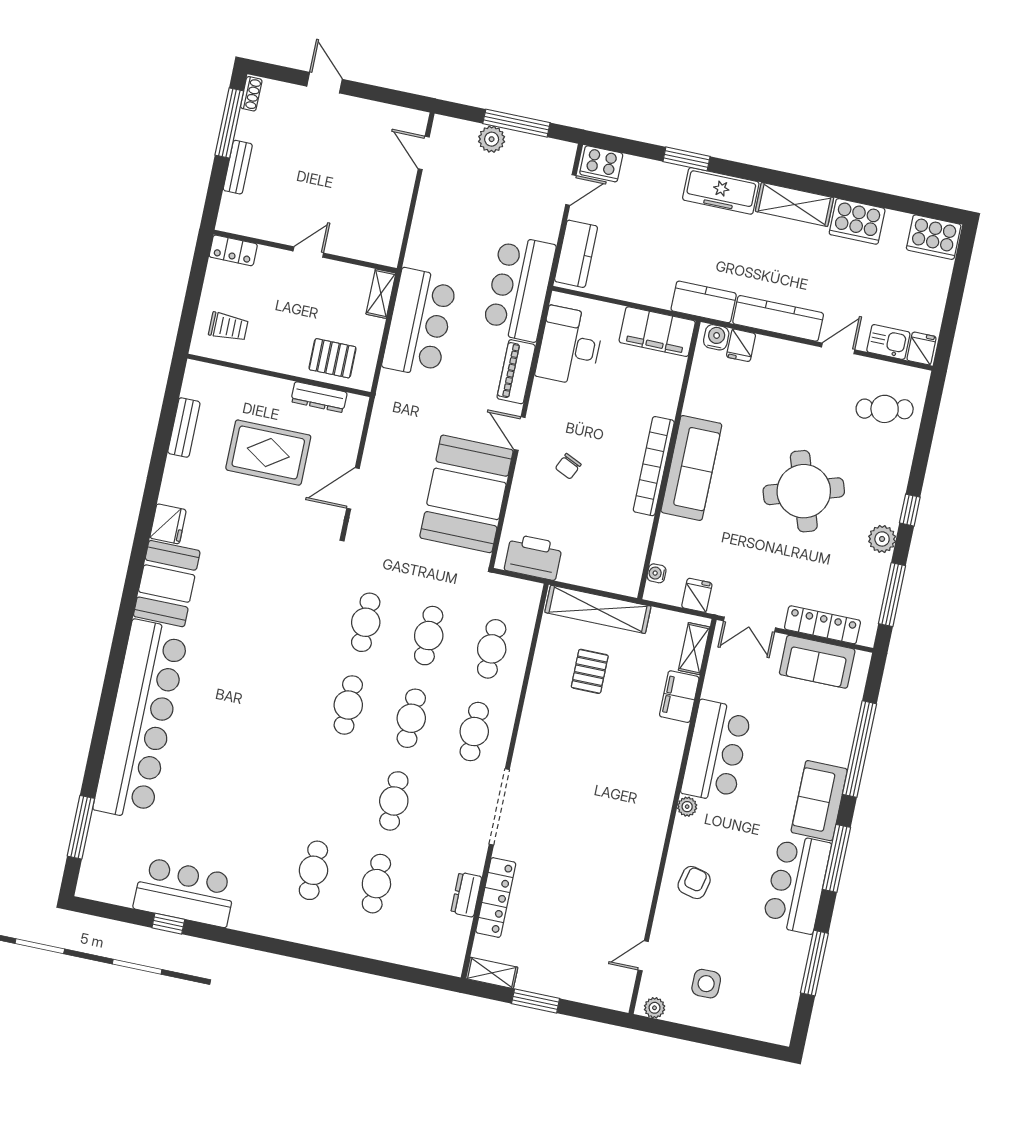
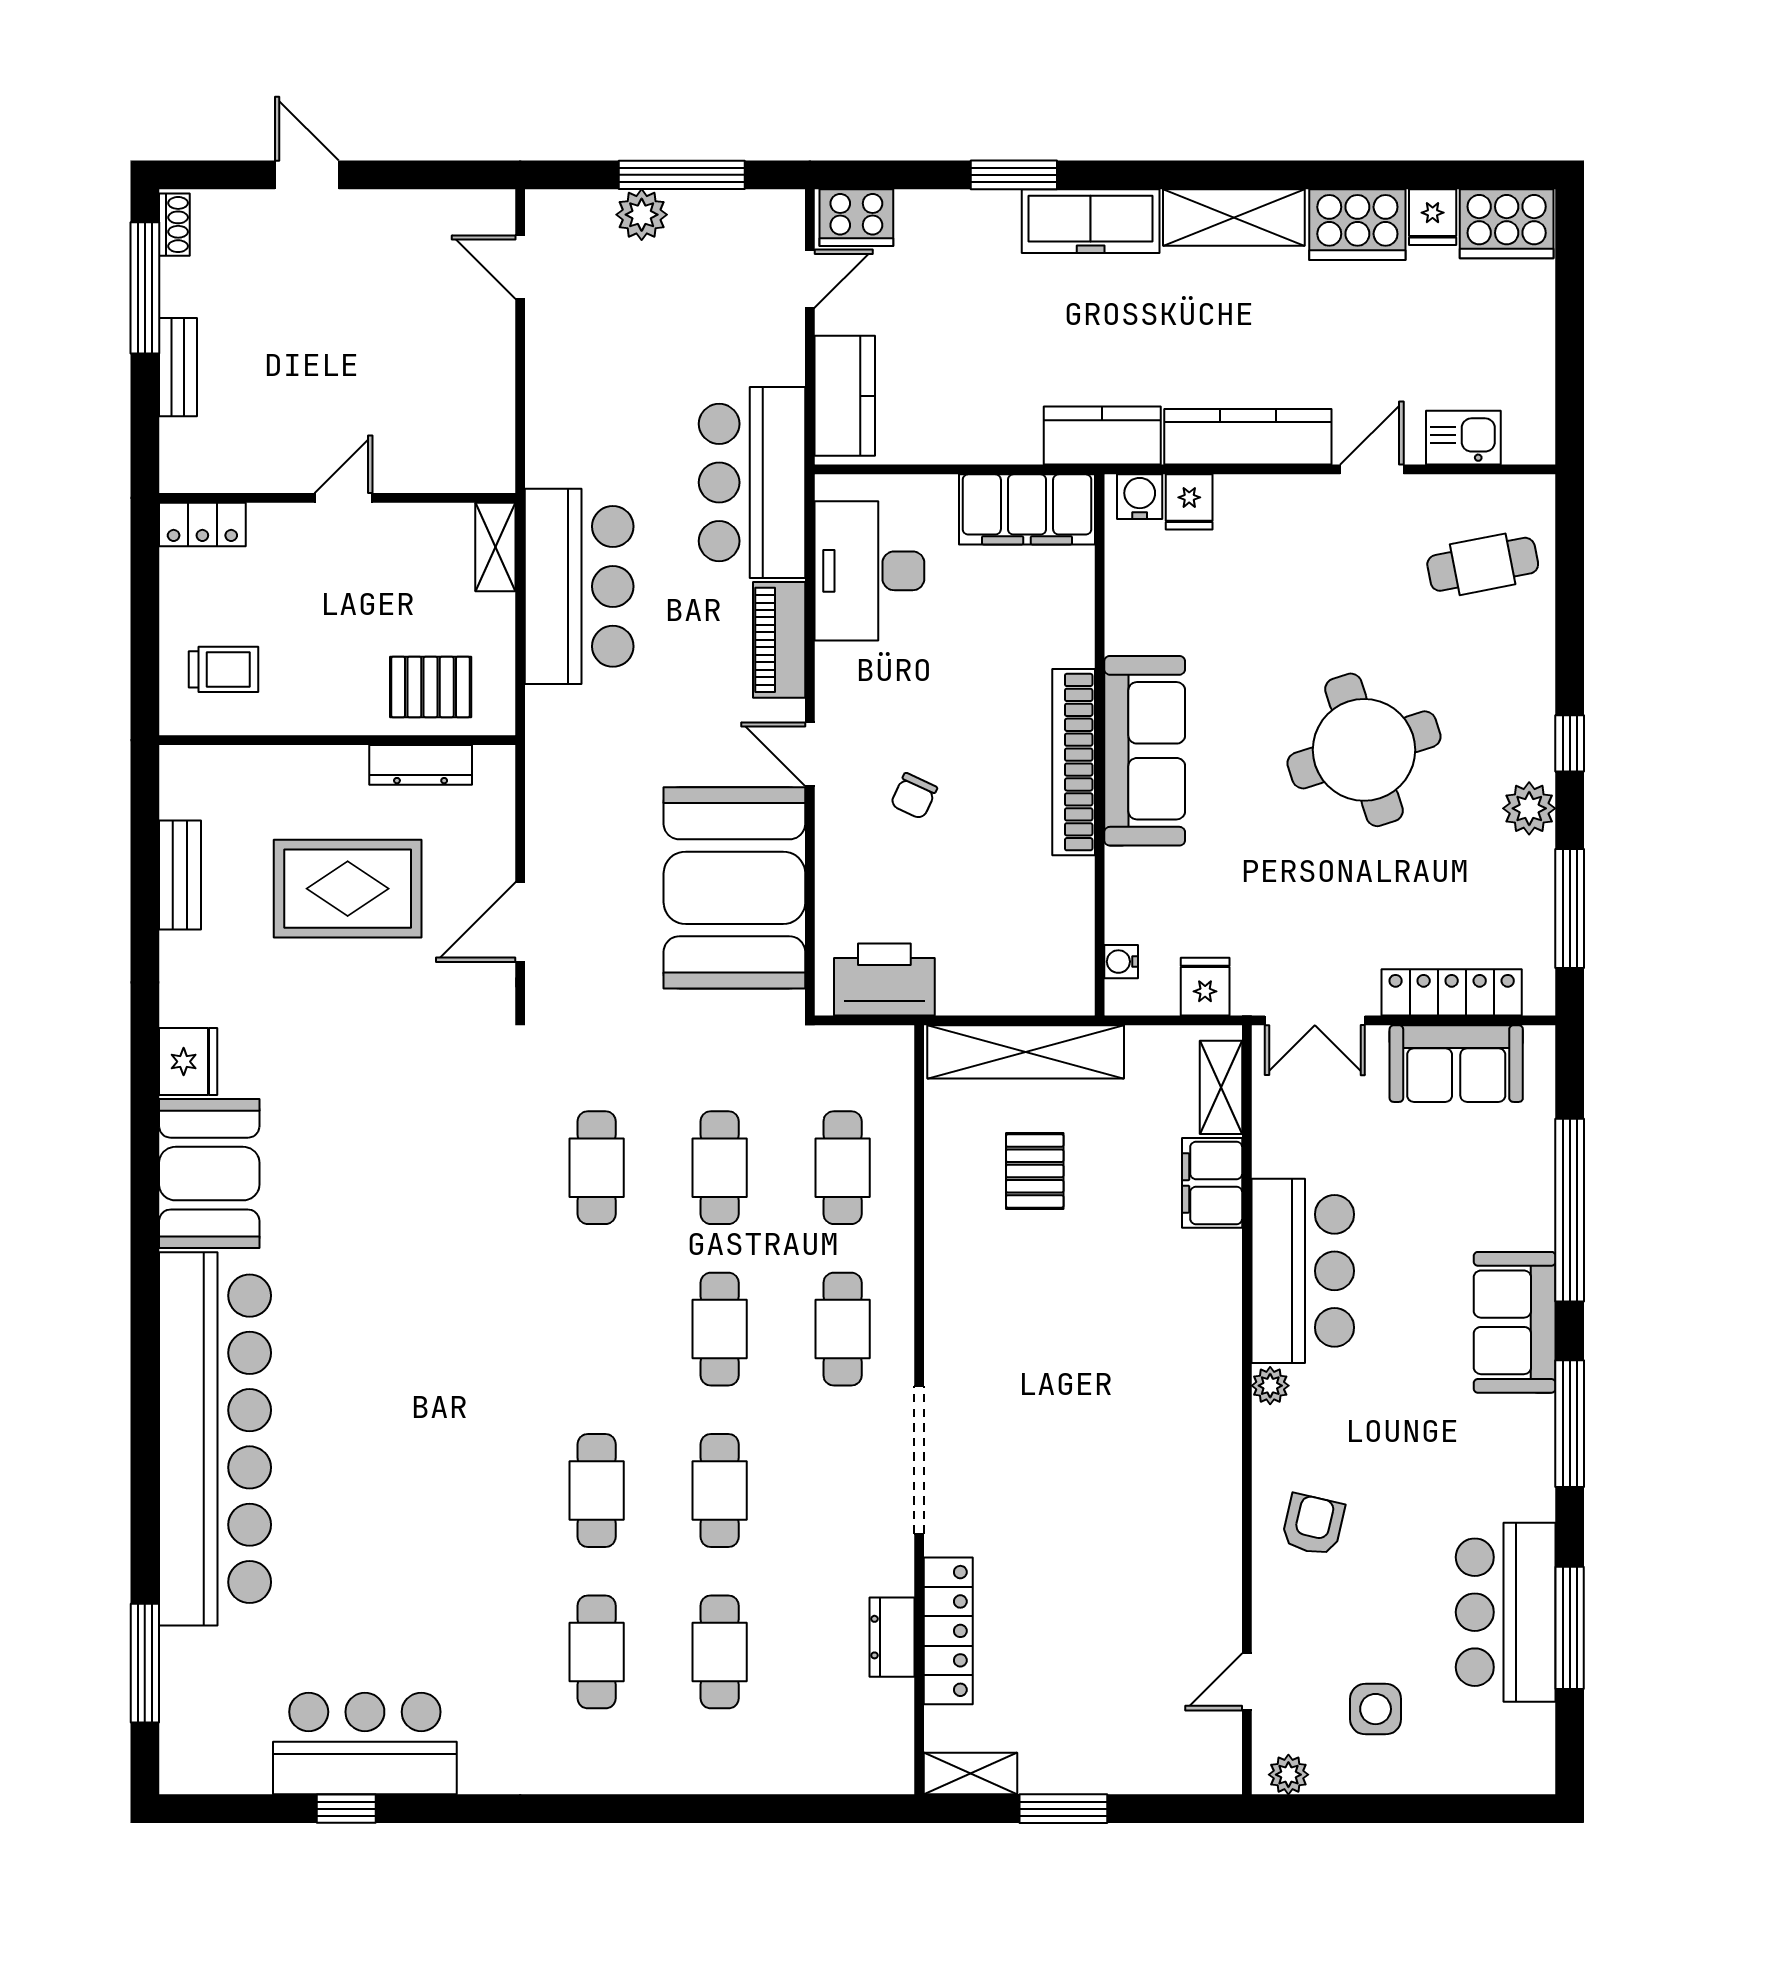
fridge: (921, 348) -> (1433, 217), moved, turned 180
cafe table: (348, 705) -> (597, 1491), moved
bar counter: (797, 884) -> (1506, 1612), moved

